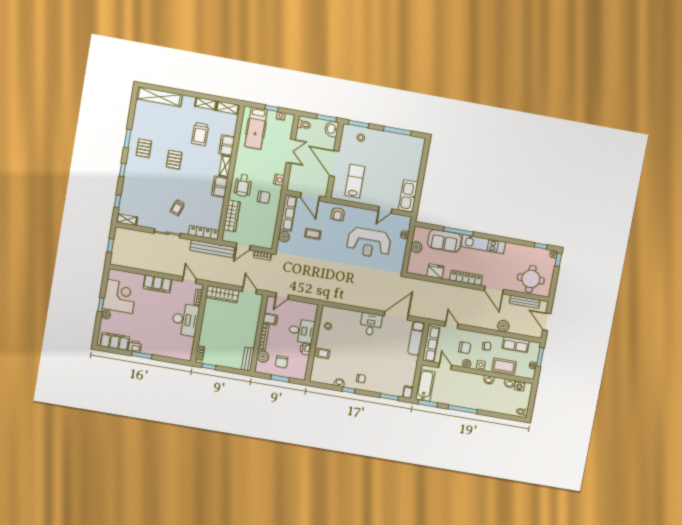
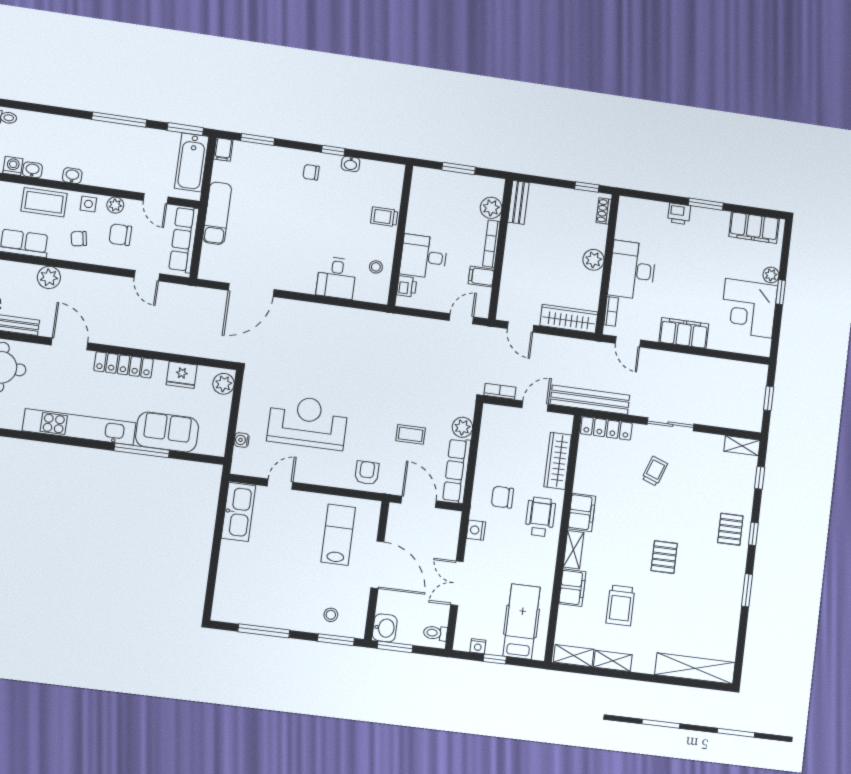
trolley: (200, 134) -> (620, 605), turned 180
pallet: (144, 148) -> (730, 529), moved
lab bench: (355, 181) -> (338, 535), turned 180
kitchen unit: (483, 244) -> (79, 427), width x1.36
plant: (416, 247) -> (224, 384), moved
desk: (371, 324) -> (336, 278), moved
plant: (207, 326) -> (593, 260), added
exam couch: (416, 338) -> (217, 213), moved
printer: (135, 346) -> (679, 214), moved
printer: (306, 349) -> (407, 286), moved
chair: (282, 362) -> (457, 199), removed

